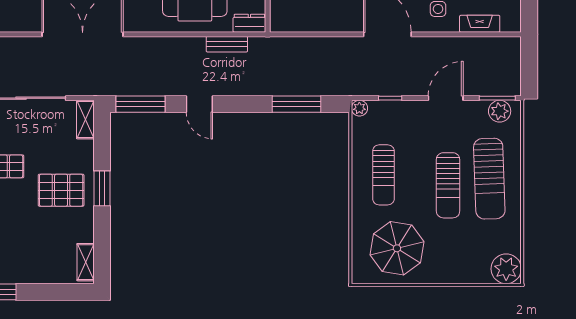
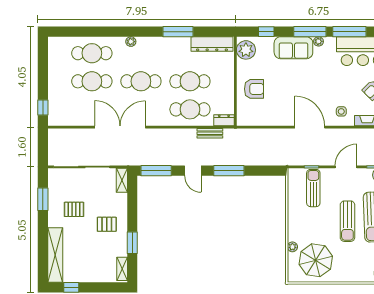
window: (297, 104) -> (229, 171), moved
plant: (359, 108) -> (292, 247), moved
sun lounger: (383, 175) -> (313, 188), moved, turned 180
window: (102, 188) -> (132, 243), moved
pallet: (61, 190) -> (107, 224), width x0.67, depth x0.71

